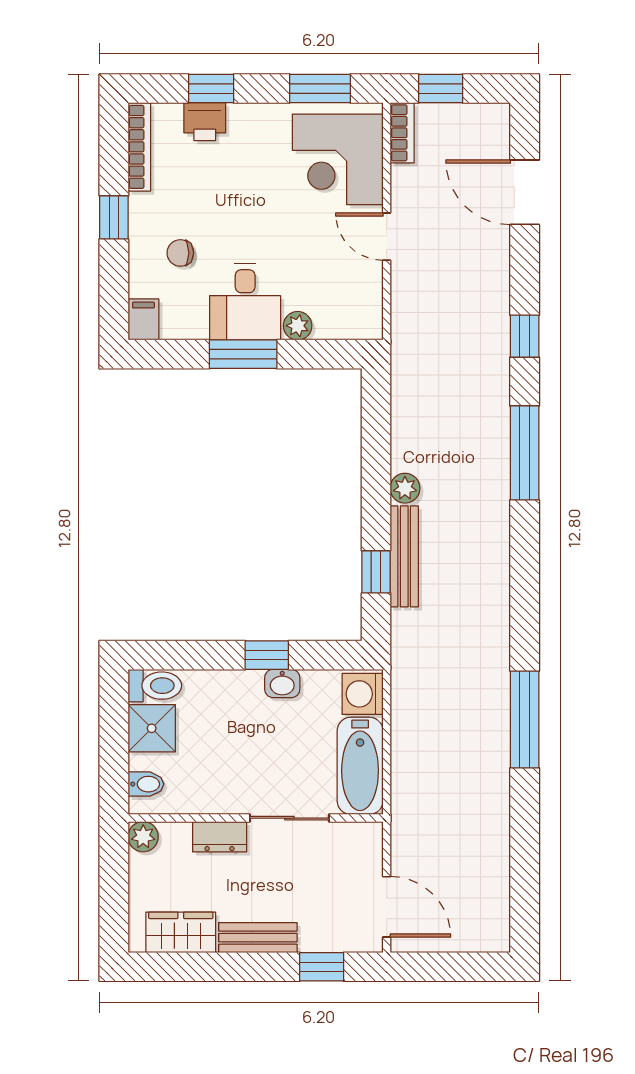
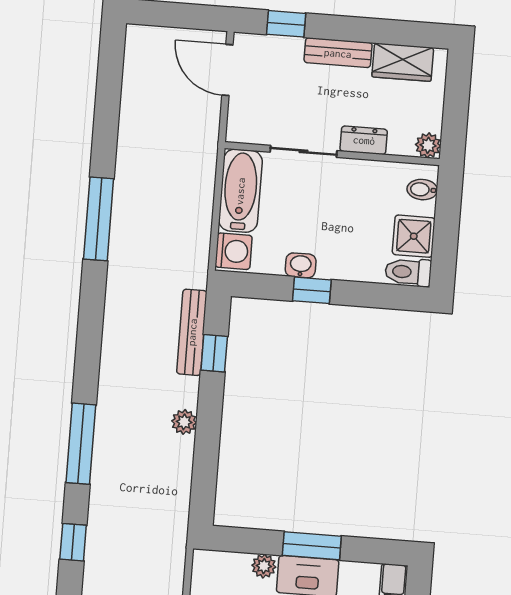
bench: (404, 556) -> (192, 332), moved

